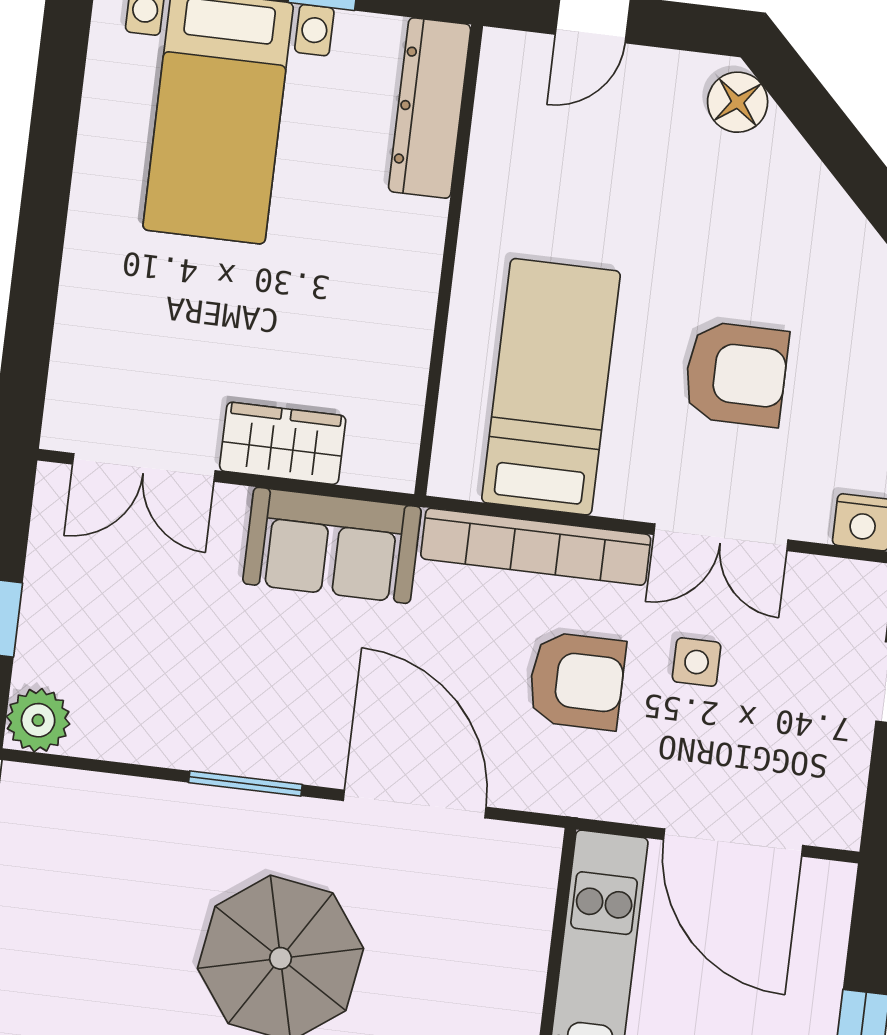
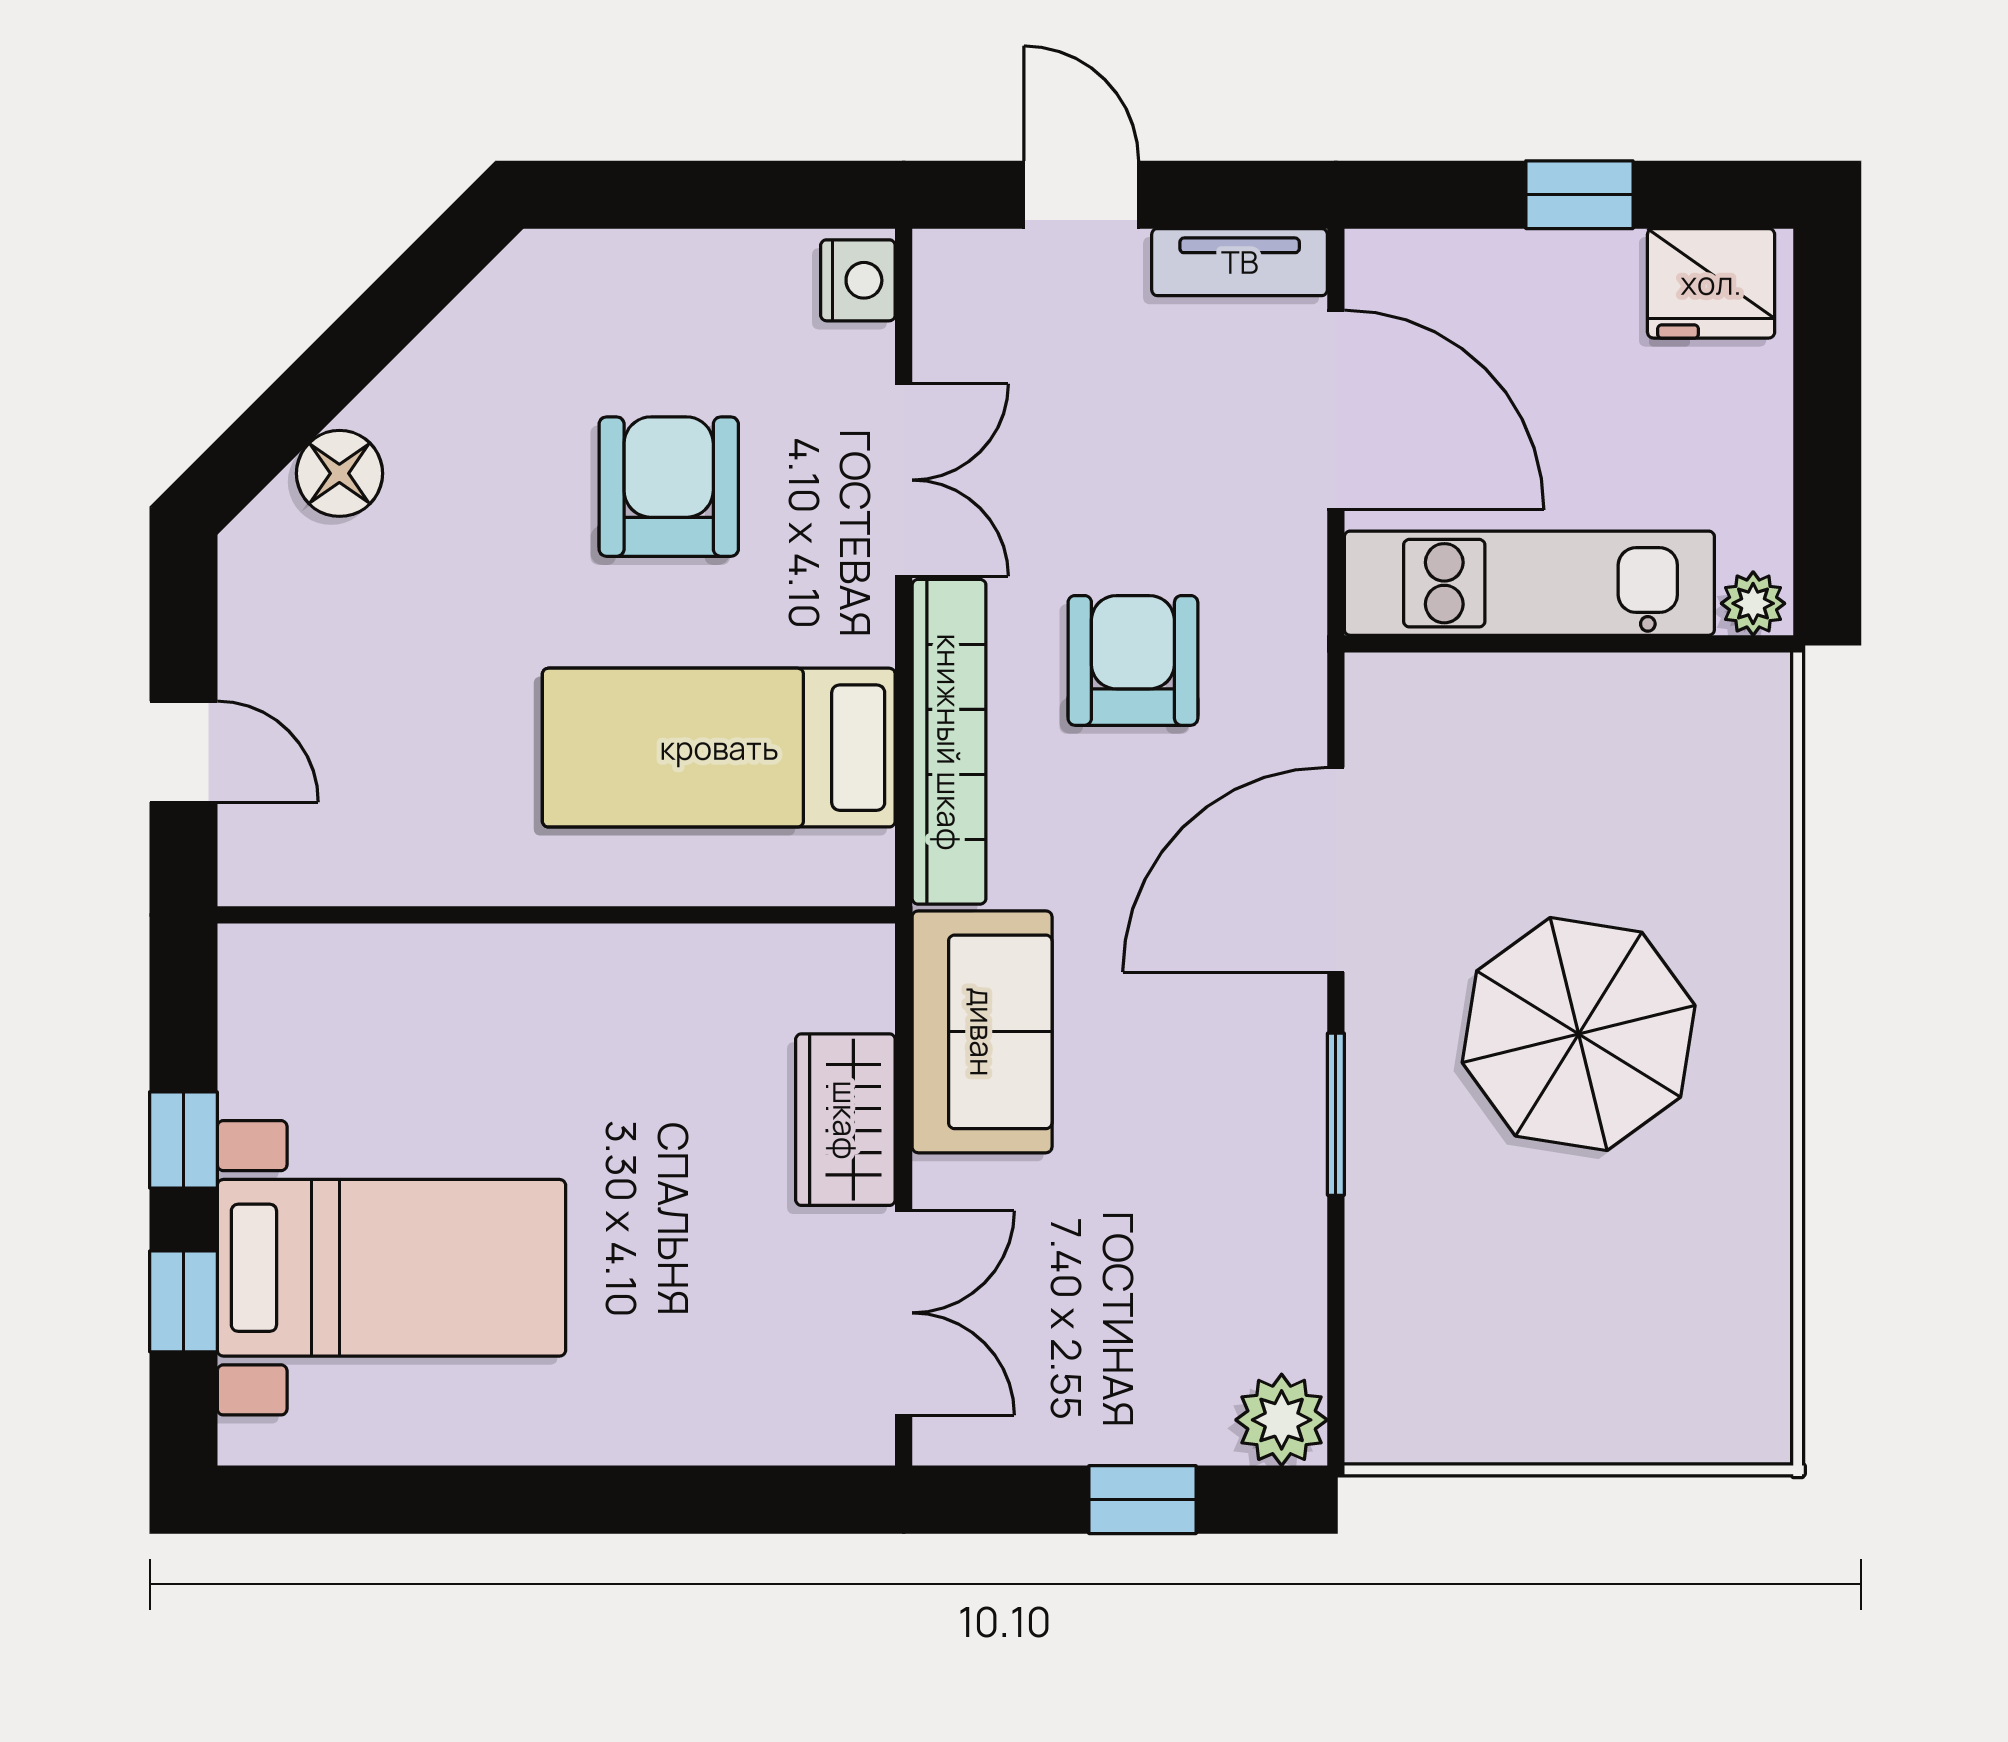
floor lamp: (738, 102) -> (339, 473), moved
dresser: (430, 108) -> (343, 968), removed
side table: (697, 662) -> (1085, 493), removed
tv unit: (844, 788) -> (1240, 262), added
door: (733, 843) -> (1336, 410), hinge flipped

